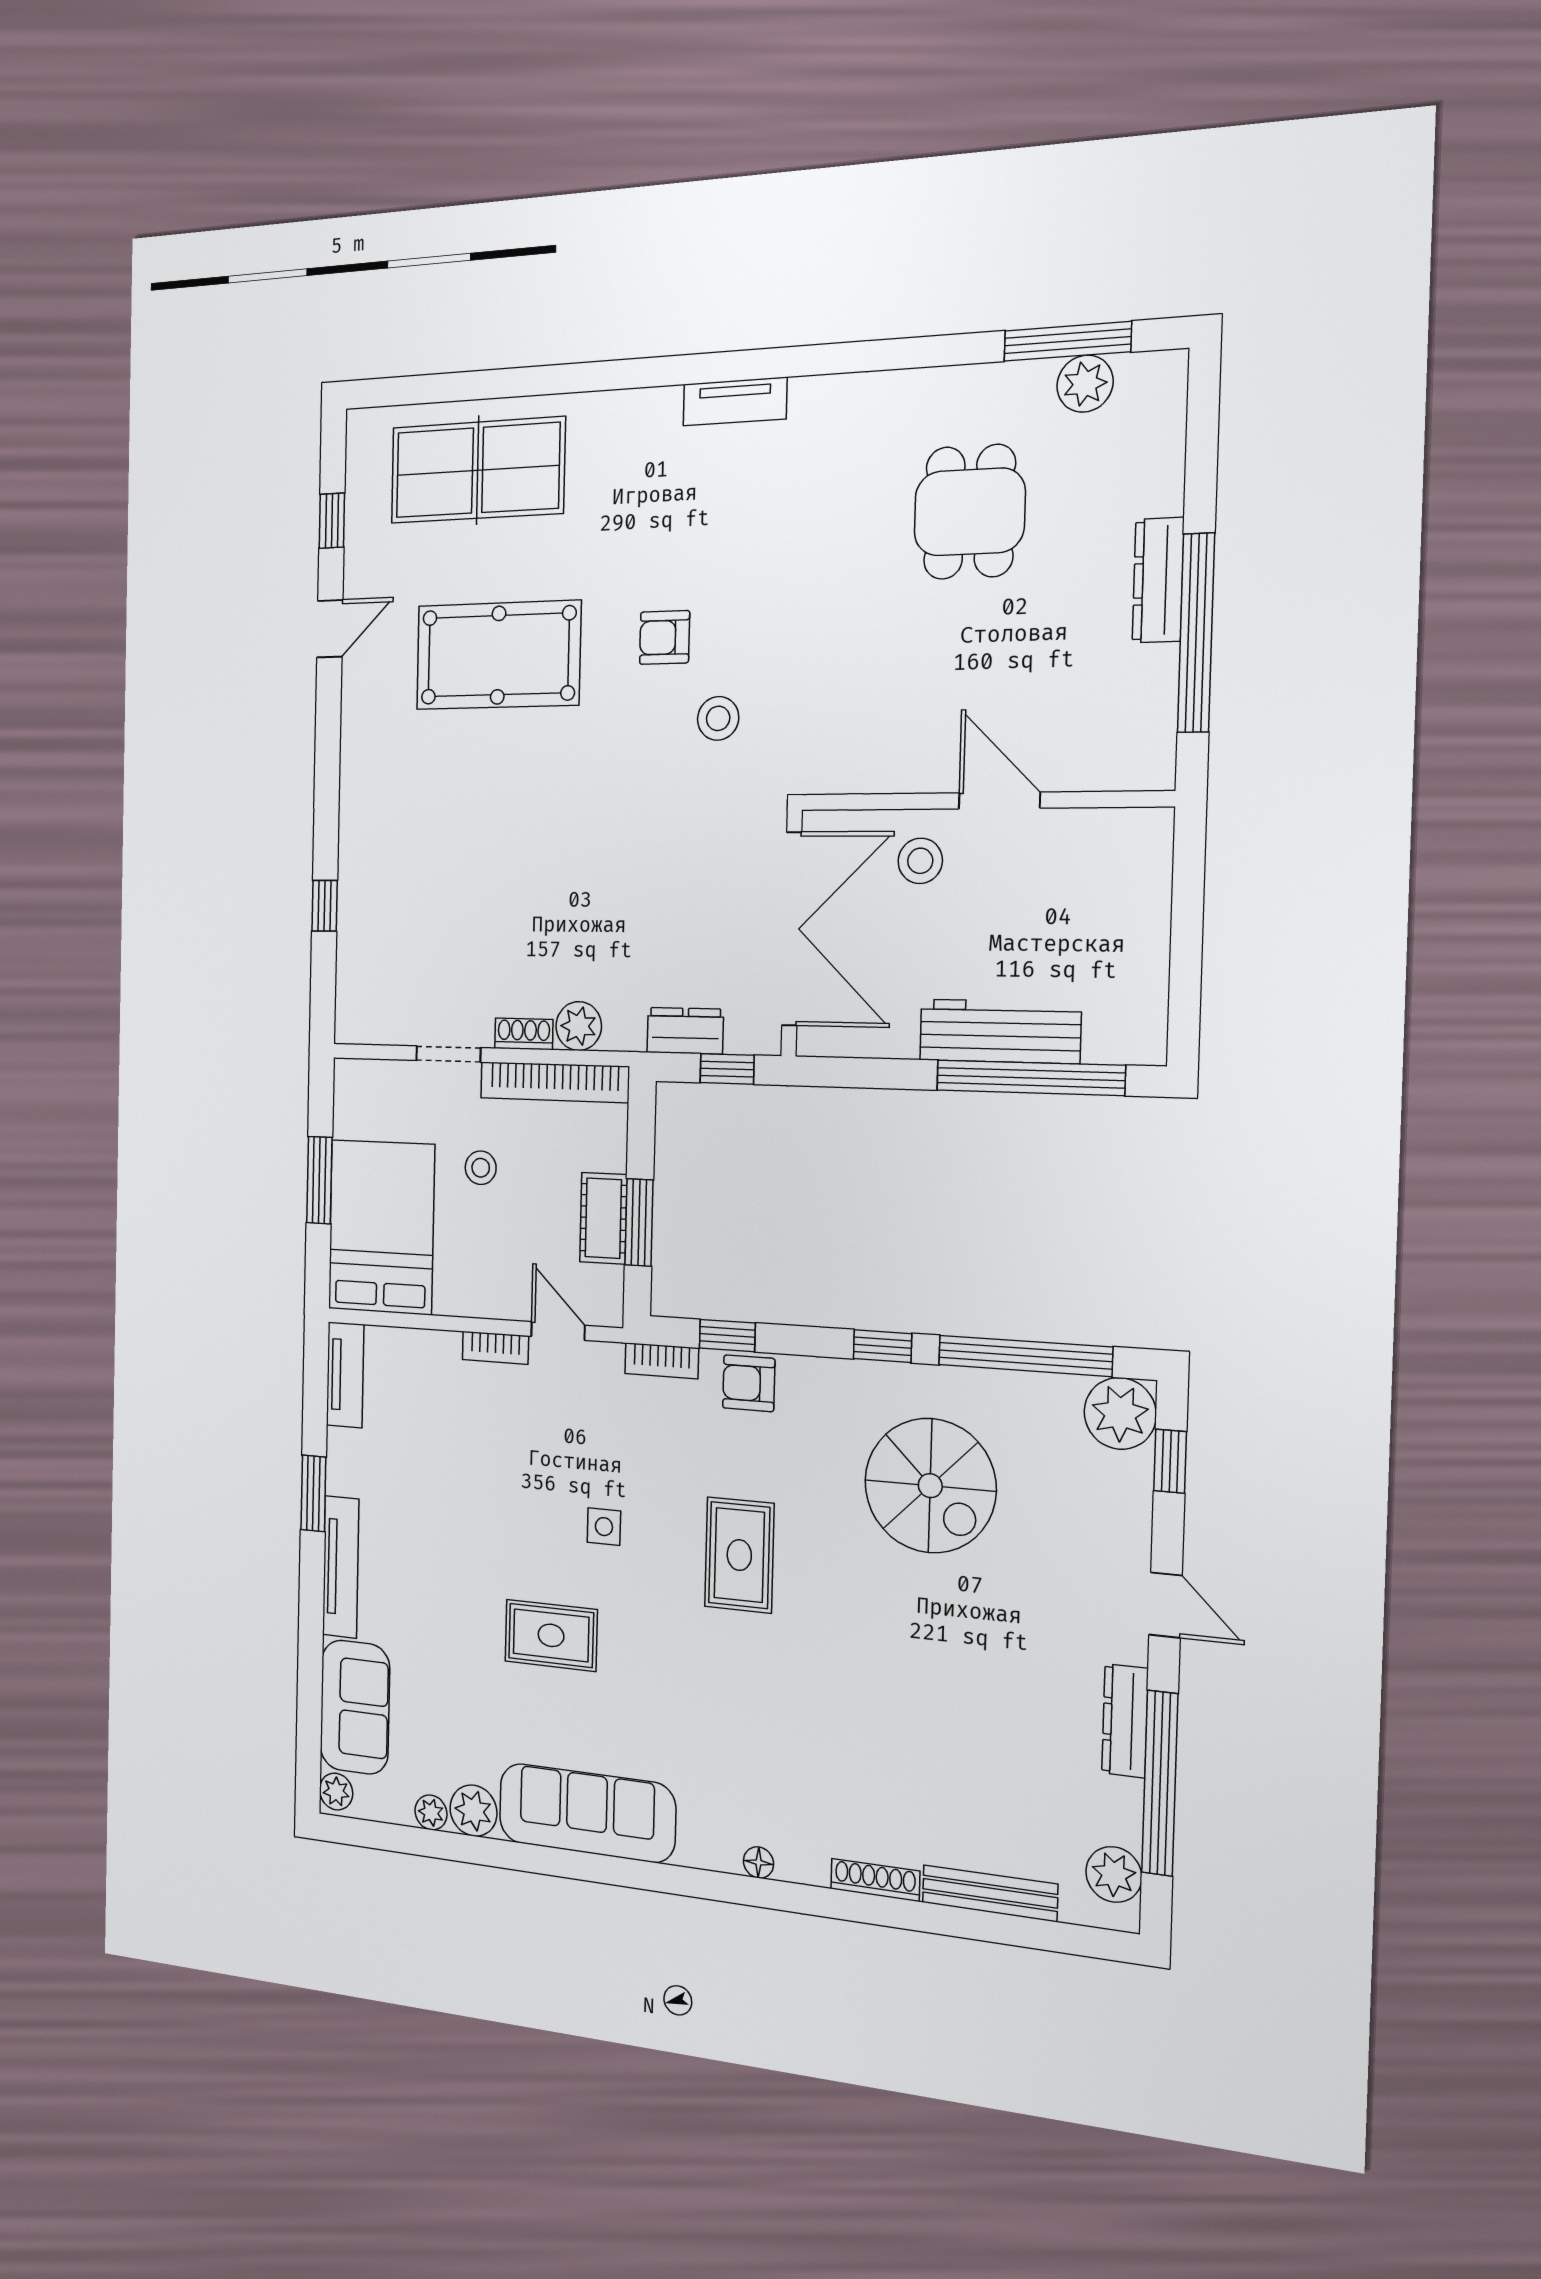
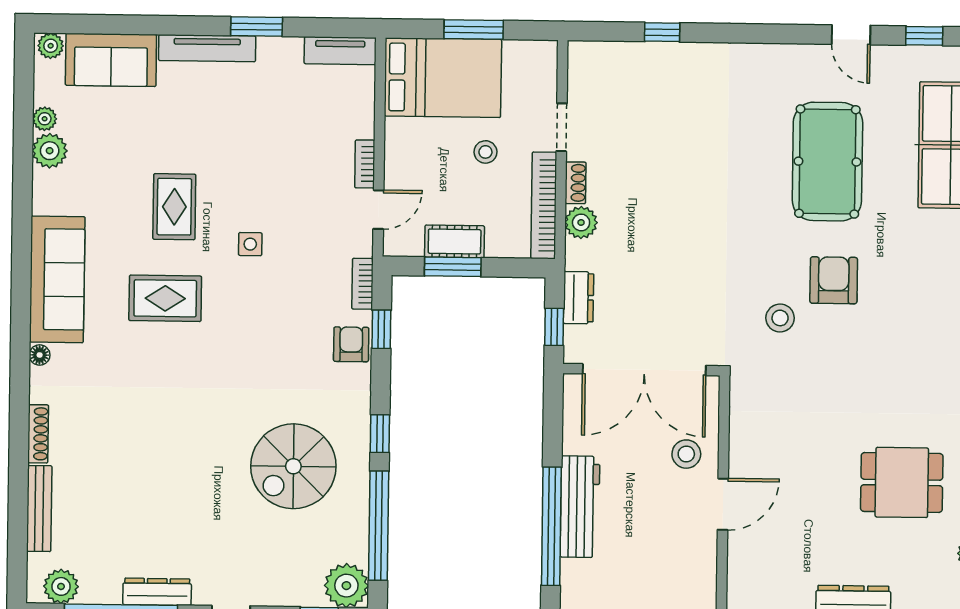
armchair: (665, 637) -> (834, 280), width x1.38, depth x1.38
rug: (739, 1555) -> (165, 298), moved
sofa: (587, 1813) -> (57, 279), moved

